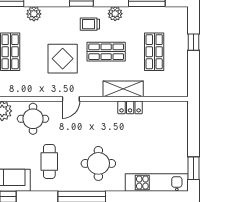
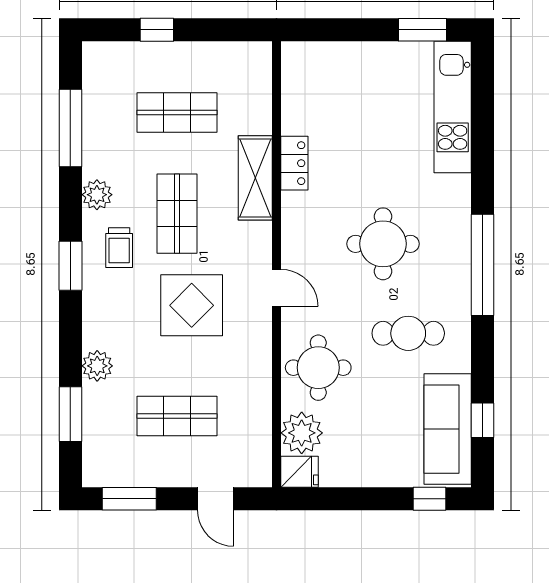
round table: (98, 163) -> (383, 244), moved

